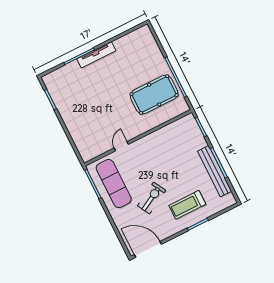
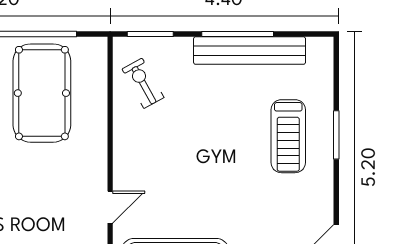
door: (121, 146) -> (110, 207), swing flipped
exercise bike: (152, 198) -> (143, 83), moved, width x0.73, depth x0.72

